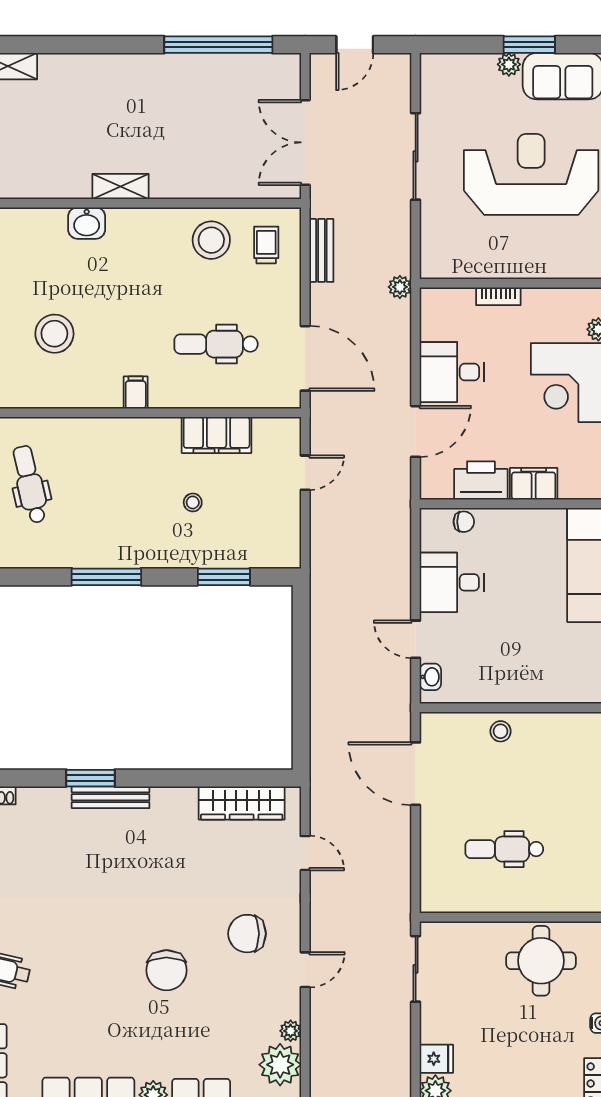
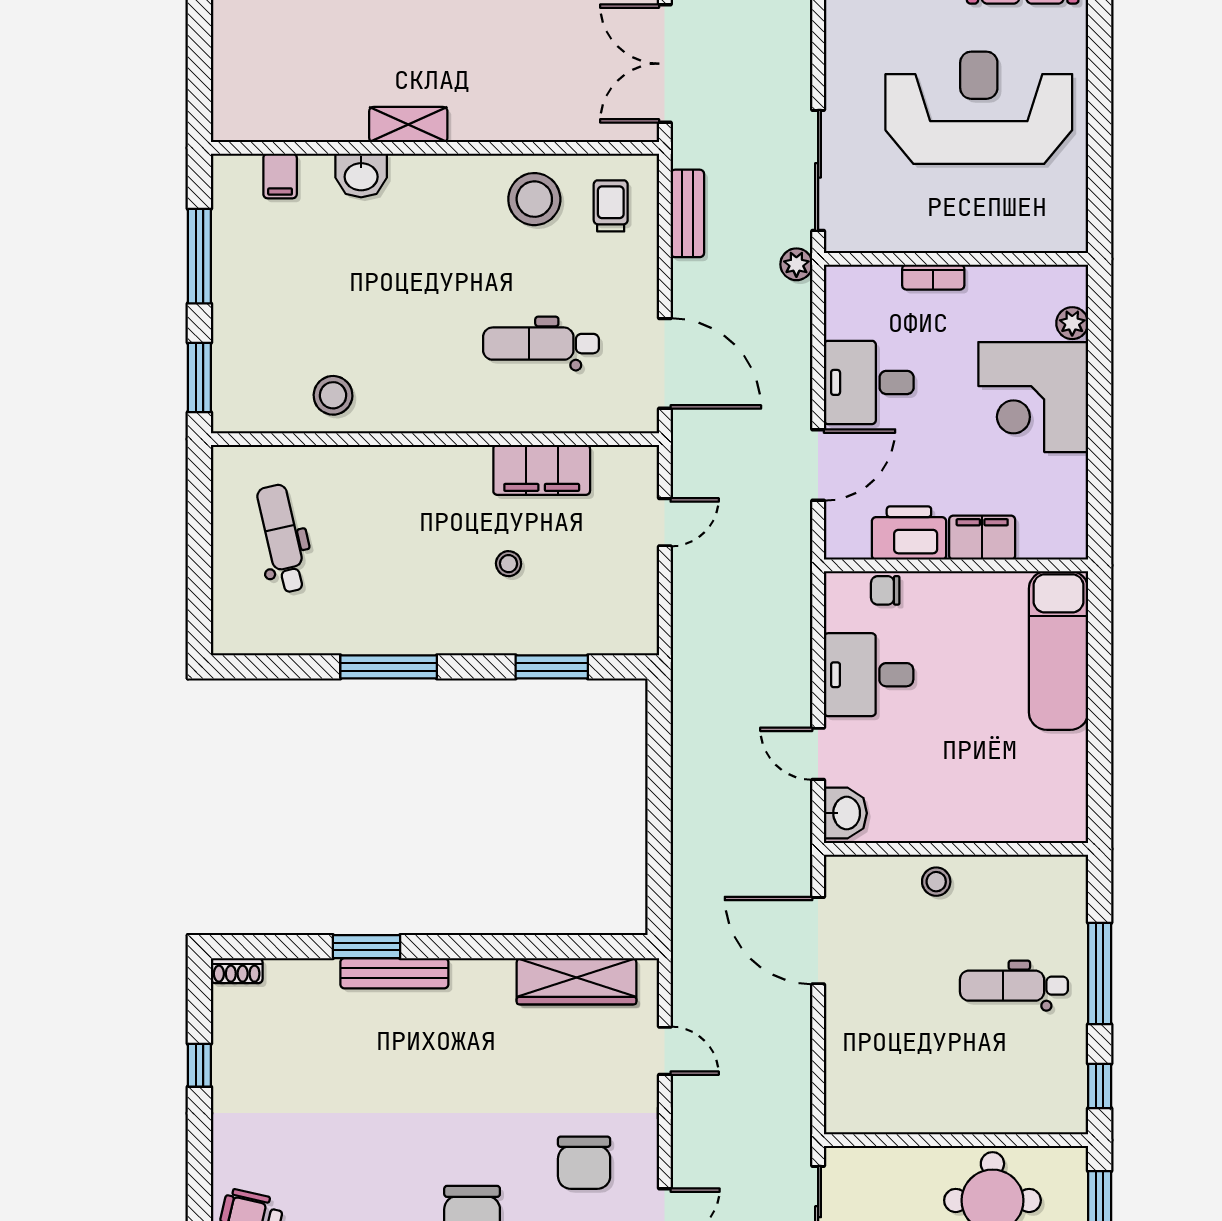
sliding door: (416, 156) -> (818, 170), moved
stool: (54, 334) -> (333, 395), moved, width x0.73, depth x0.73
filing cabinet: (136, 393) -> (280, 176), moved, turned 180
chair: (464, 522) -> (885, 590), turned 180
washbasin: (430, 677) -> (845, 813), width x1.38, depth x1.45
dental chair: (504, 849) -> (1014, 986), moved
chair: (247, 934) -> (584, 1163), turned -90

